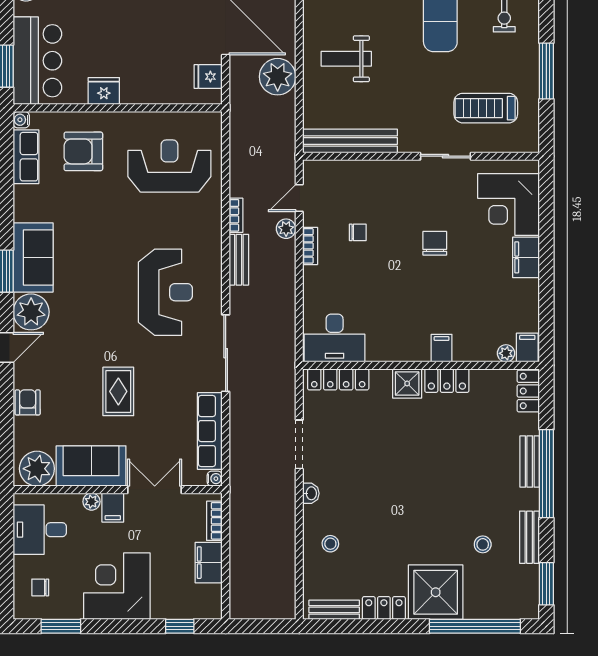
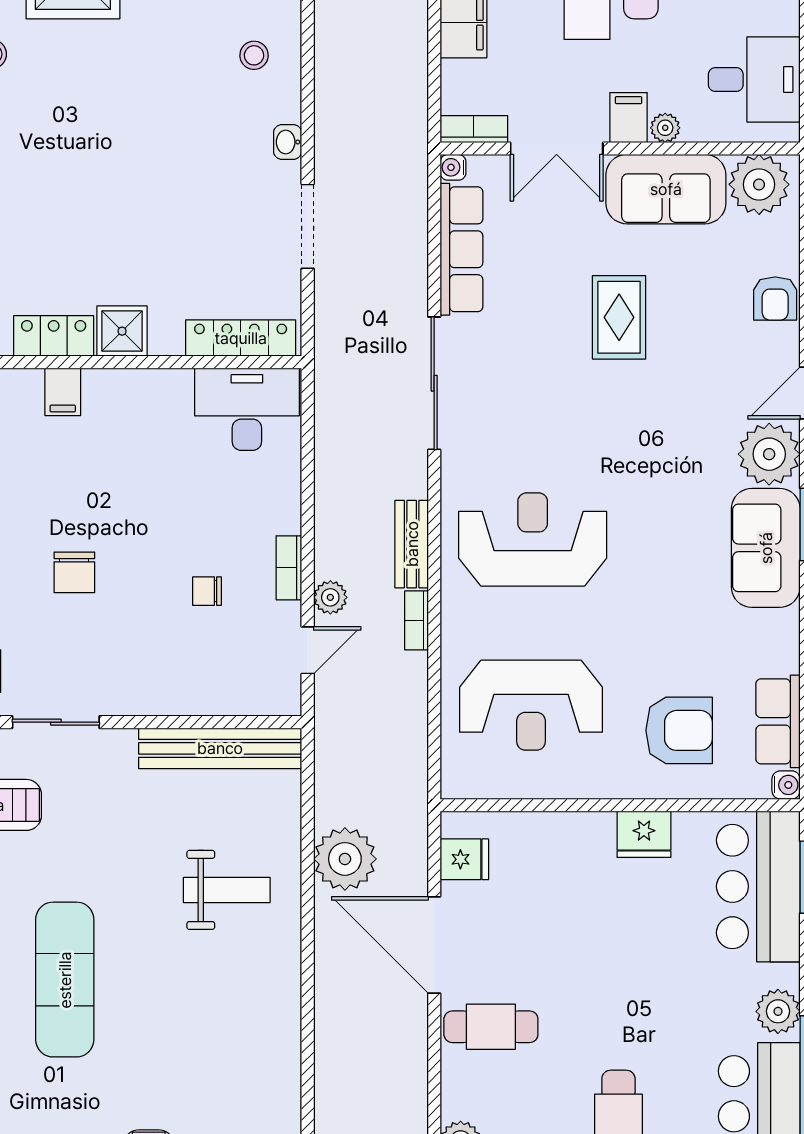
reception desk: (165, 292) -> (533, 539), moved, turned 90
bookcase: (214, 521) -> (474, 129), moved, turned -90

